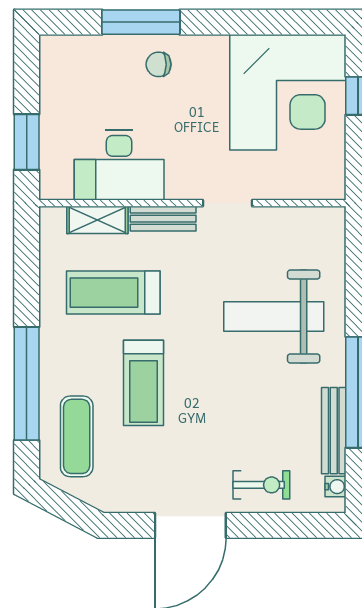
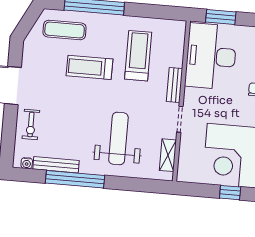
desk: (119, 165) -> (211, 56), width x1.36, depth x1.30
shelving: (97, 220) -> (168, 155), moved

